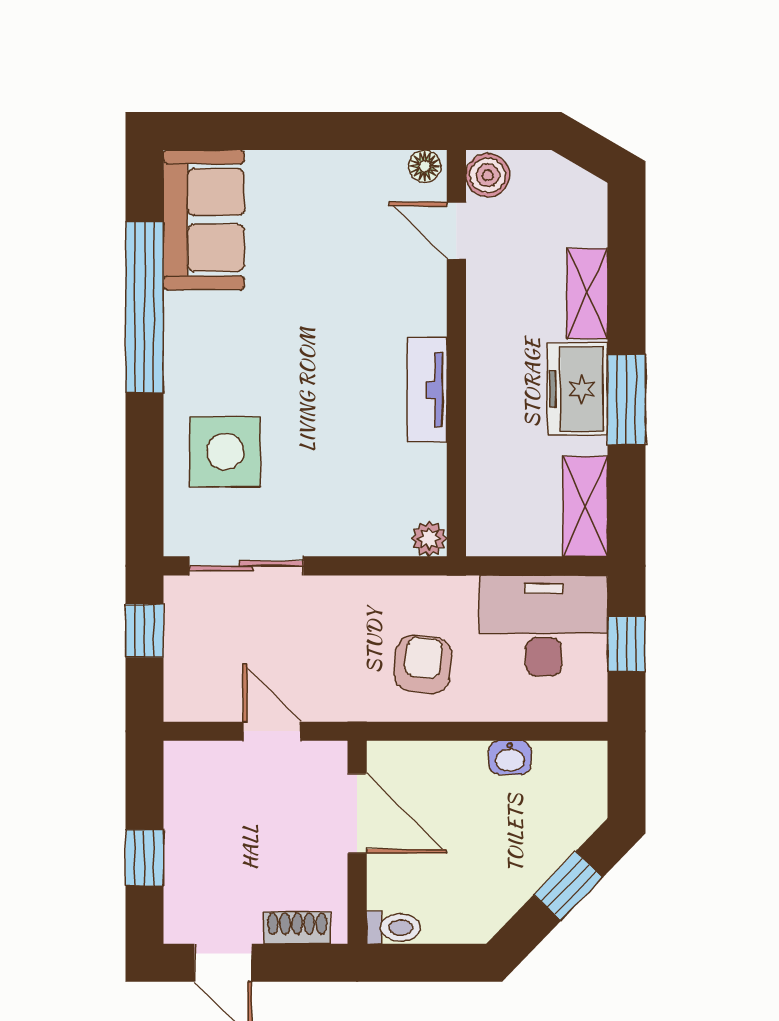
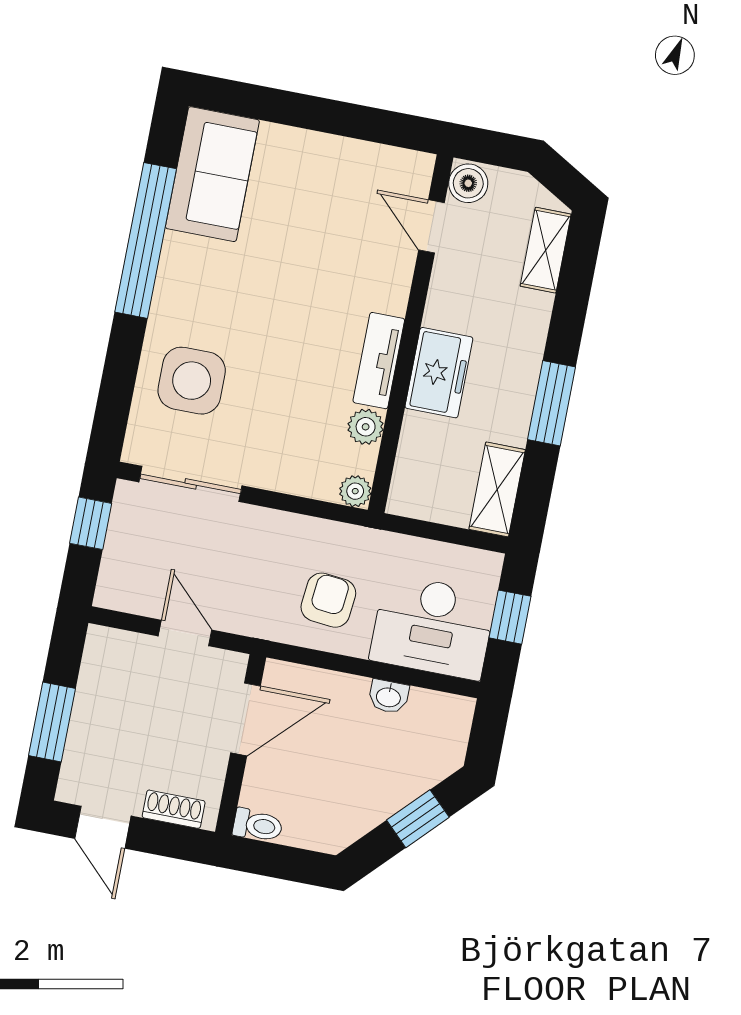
floor lamp: (425, 166) -> (415, 165), removed
shelving: (587, 294) -> (546, 250), moved
freezer: (577, 389) -> (439, 373), moved, turned 180
plant: (427, 465) -> (366, 427), added
desk: (544, 626) -> (433, 627), moved, turned 180
door: (357, 813) -> (246, 719), hinge flipped
window: (144, 858) -> (52, 722), width x1.50

